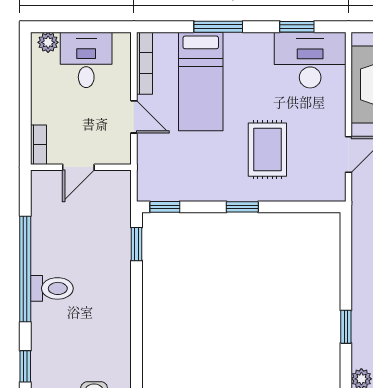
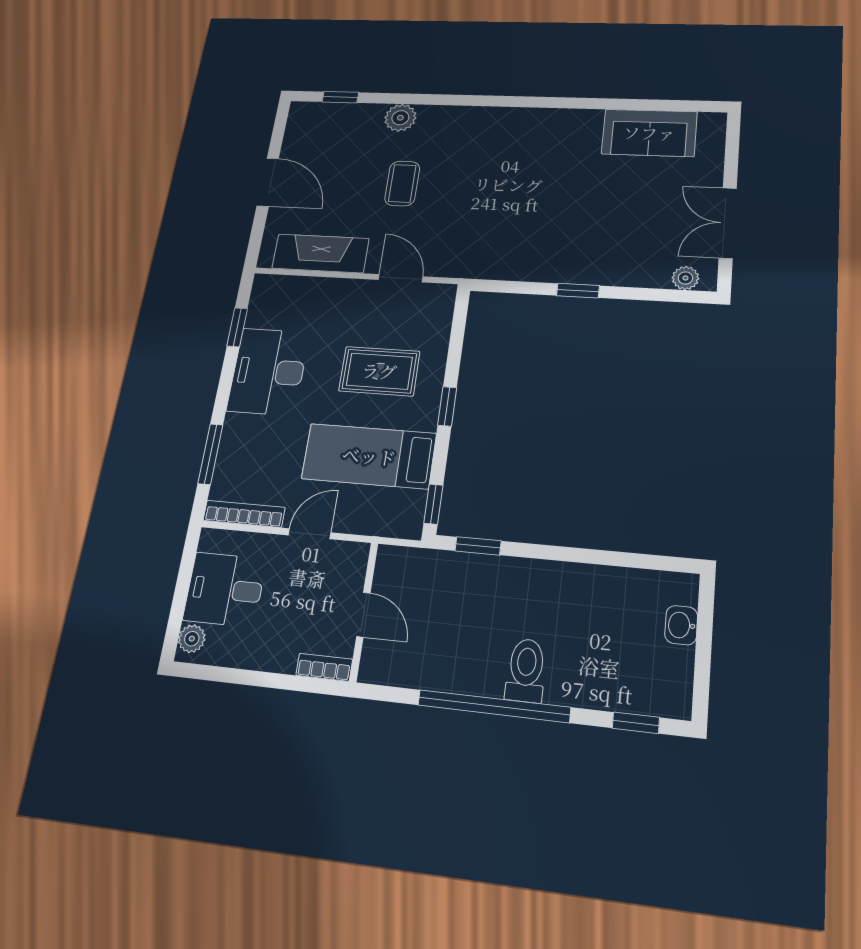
window: (218, 27) -> (210, 454), moved
desk: (310, 60) -> (268, 371), moved
bed: (201, 81) -> (369, 456), moved, turned 180
window: (346, 327) -> (578, 291), moved

